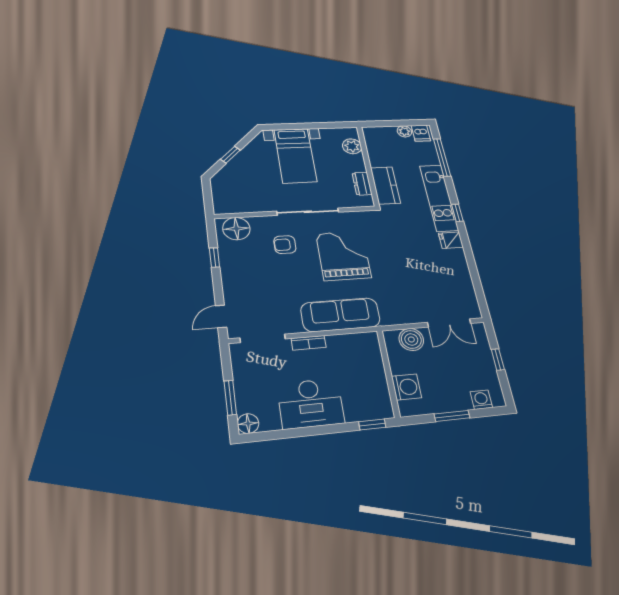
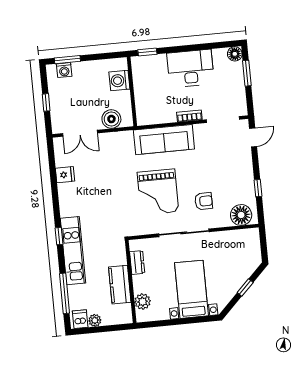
kitchen counter: (385, 185) -> (120, 285), moved
fridge: (451, 240) -> (65, 175), moved
double door: (449, 323) -> (80, 133), swing flipped
window: (452, 416) -> (67, 60), moved

